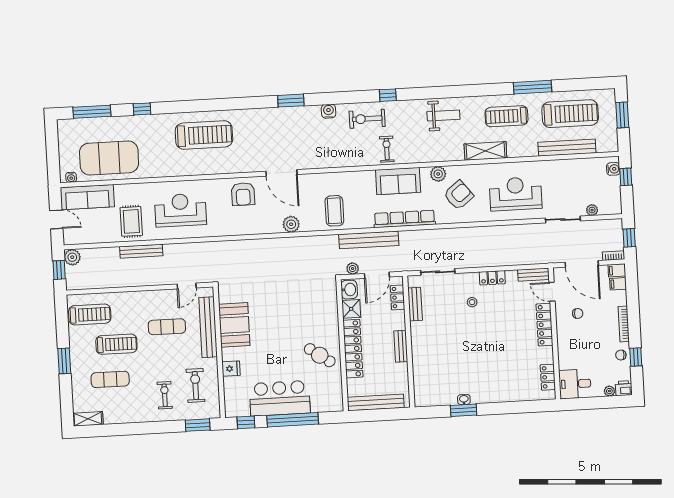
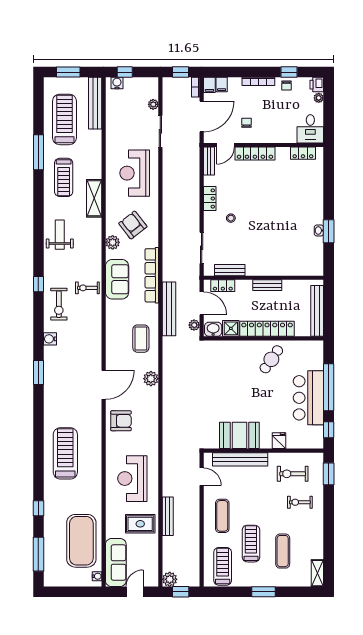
bench: (567, 148) -> (95, 103), moved
coffee table: (334, 211) -> (141, 339), turned 90
exercise mat: (167, 327) -> (222, 516), moved

